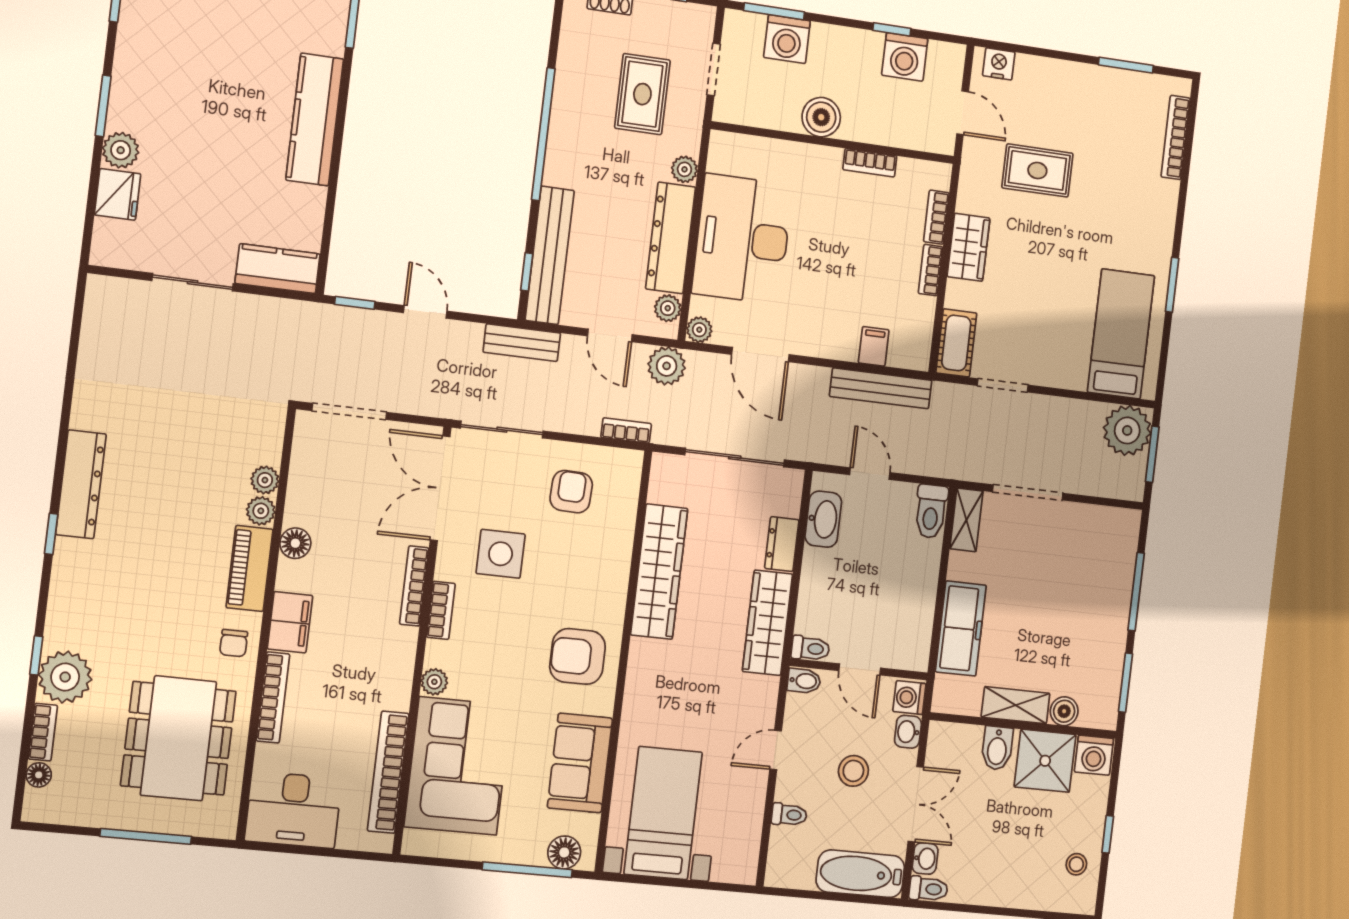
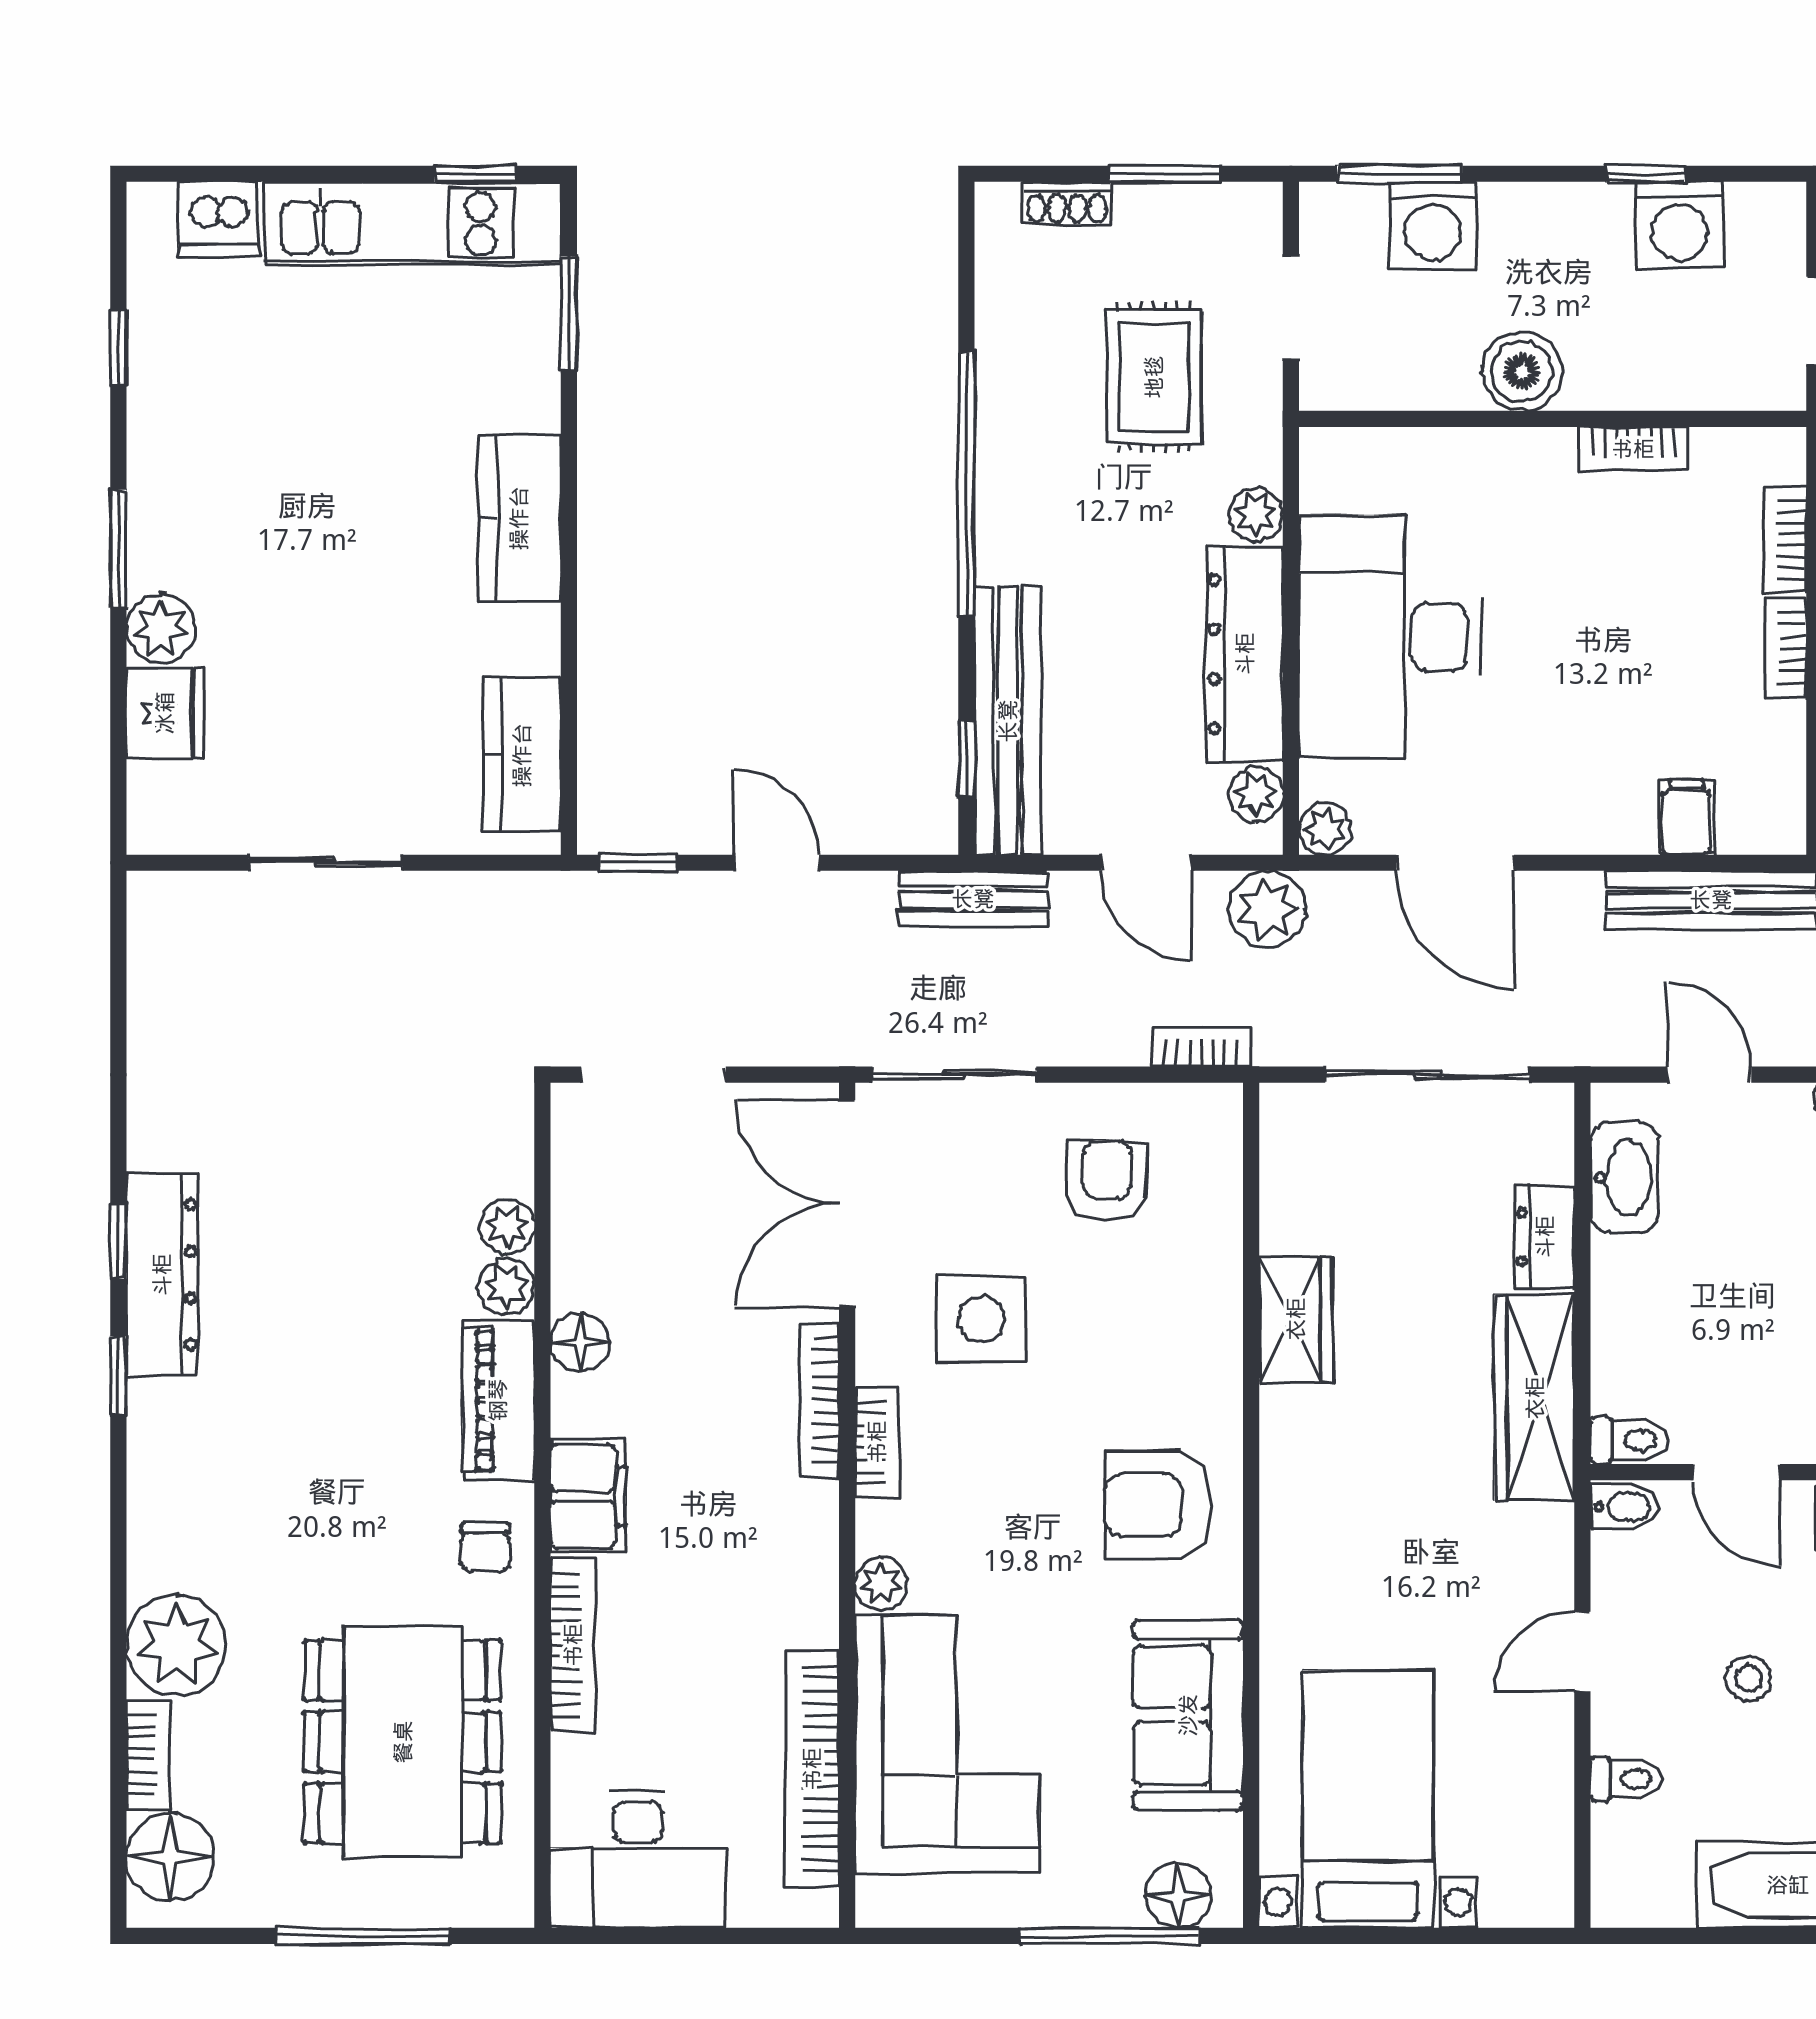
kitchen counter: (315, 119) -> (519, 518), width x0.67
kitchen counter: (278, 269) -> (522, 755), moved, turned -90
wardrobe: (659, 572) -> (1296, 1319), width x0.48, depth x0.85
window: (36, 655) -> (118, 1241), moved
stool: (853, 771) -> (1749, 1678), width x0.73, depth x0.73
floor lamp: (39, 775) -> (170, 1857), width x1.89, depth x1.89

